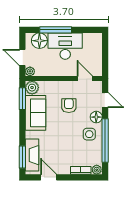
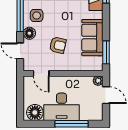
floor lamp: (39, 41) -> (35, 112), moved
plant: (32, 88) -> (96, 64), removed
armchair: (69, 106) -> (58, 45), turned -77

